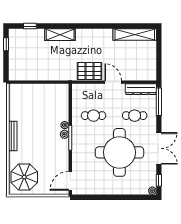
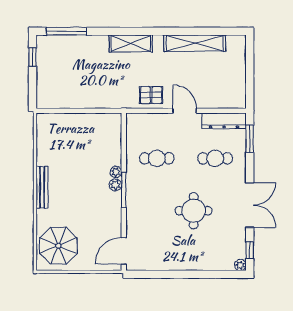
window: (30, 26) -> (67, 31), width x2.17
shelving: (135, 34) -> (195, 43), moved
shelving: (60, 35) -> (131, 43), moved
pallet: (90, 71) -> (151, 95), width x0.67, depth x0.71
window: (159, 102) -> (250, 139), width x0.69
round table: (119, 152) -> (194, 211), width x0.54, depth x0.54

